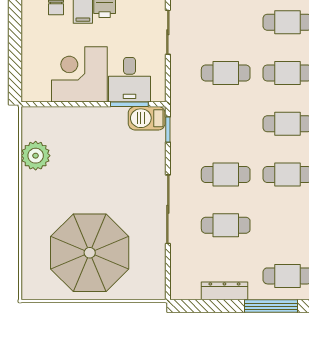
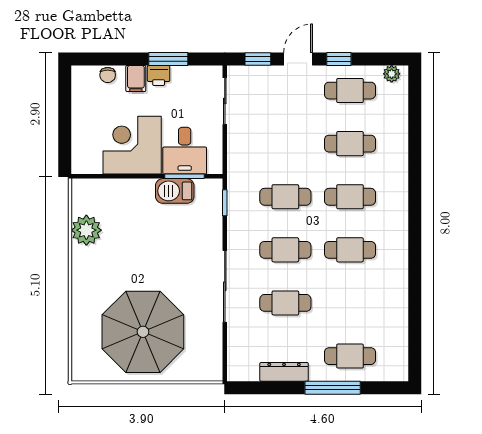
cafe table: (226, 73) -> (285, 197), moved
barbecue: (147, 118) -> (175, 191), moved

